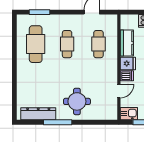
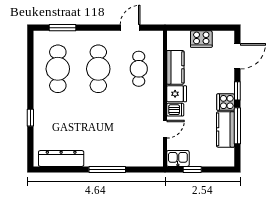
cafe table: (67, 44) -> (98, 69), width x1.37, depth x1.35
window: (14, 82) -> (30, 118), added
round table: (77, 101) -> (111, 143), removed
window: (58, 122) -> (107, 169), moved

